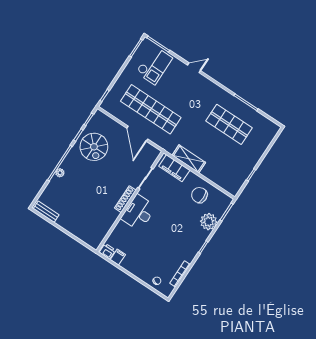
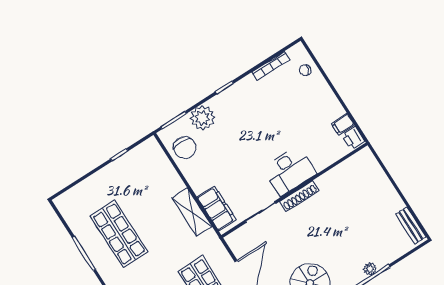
chair: (199, 195) -> (185, 148), moved

